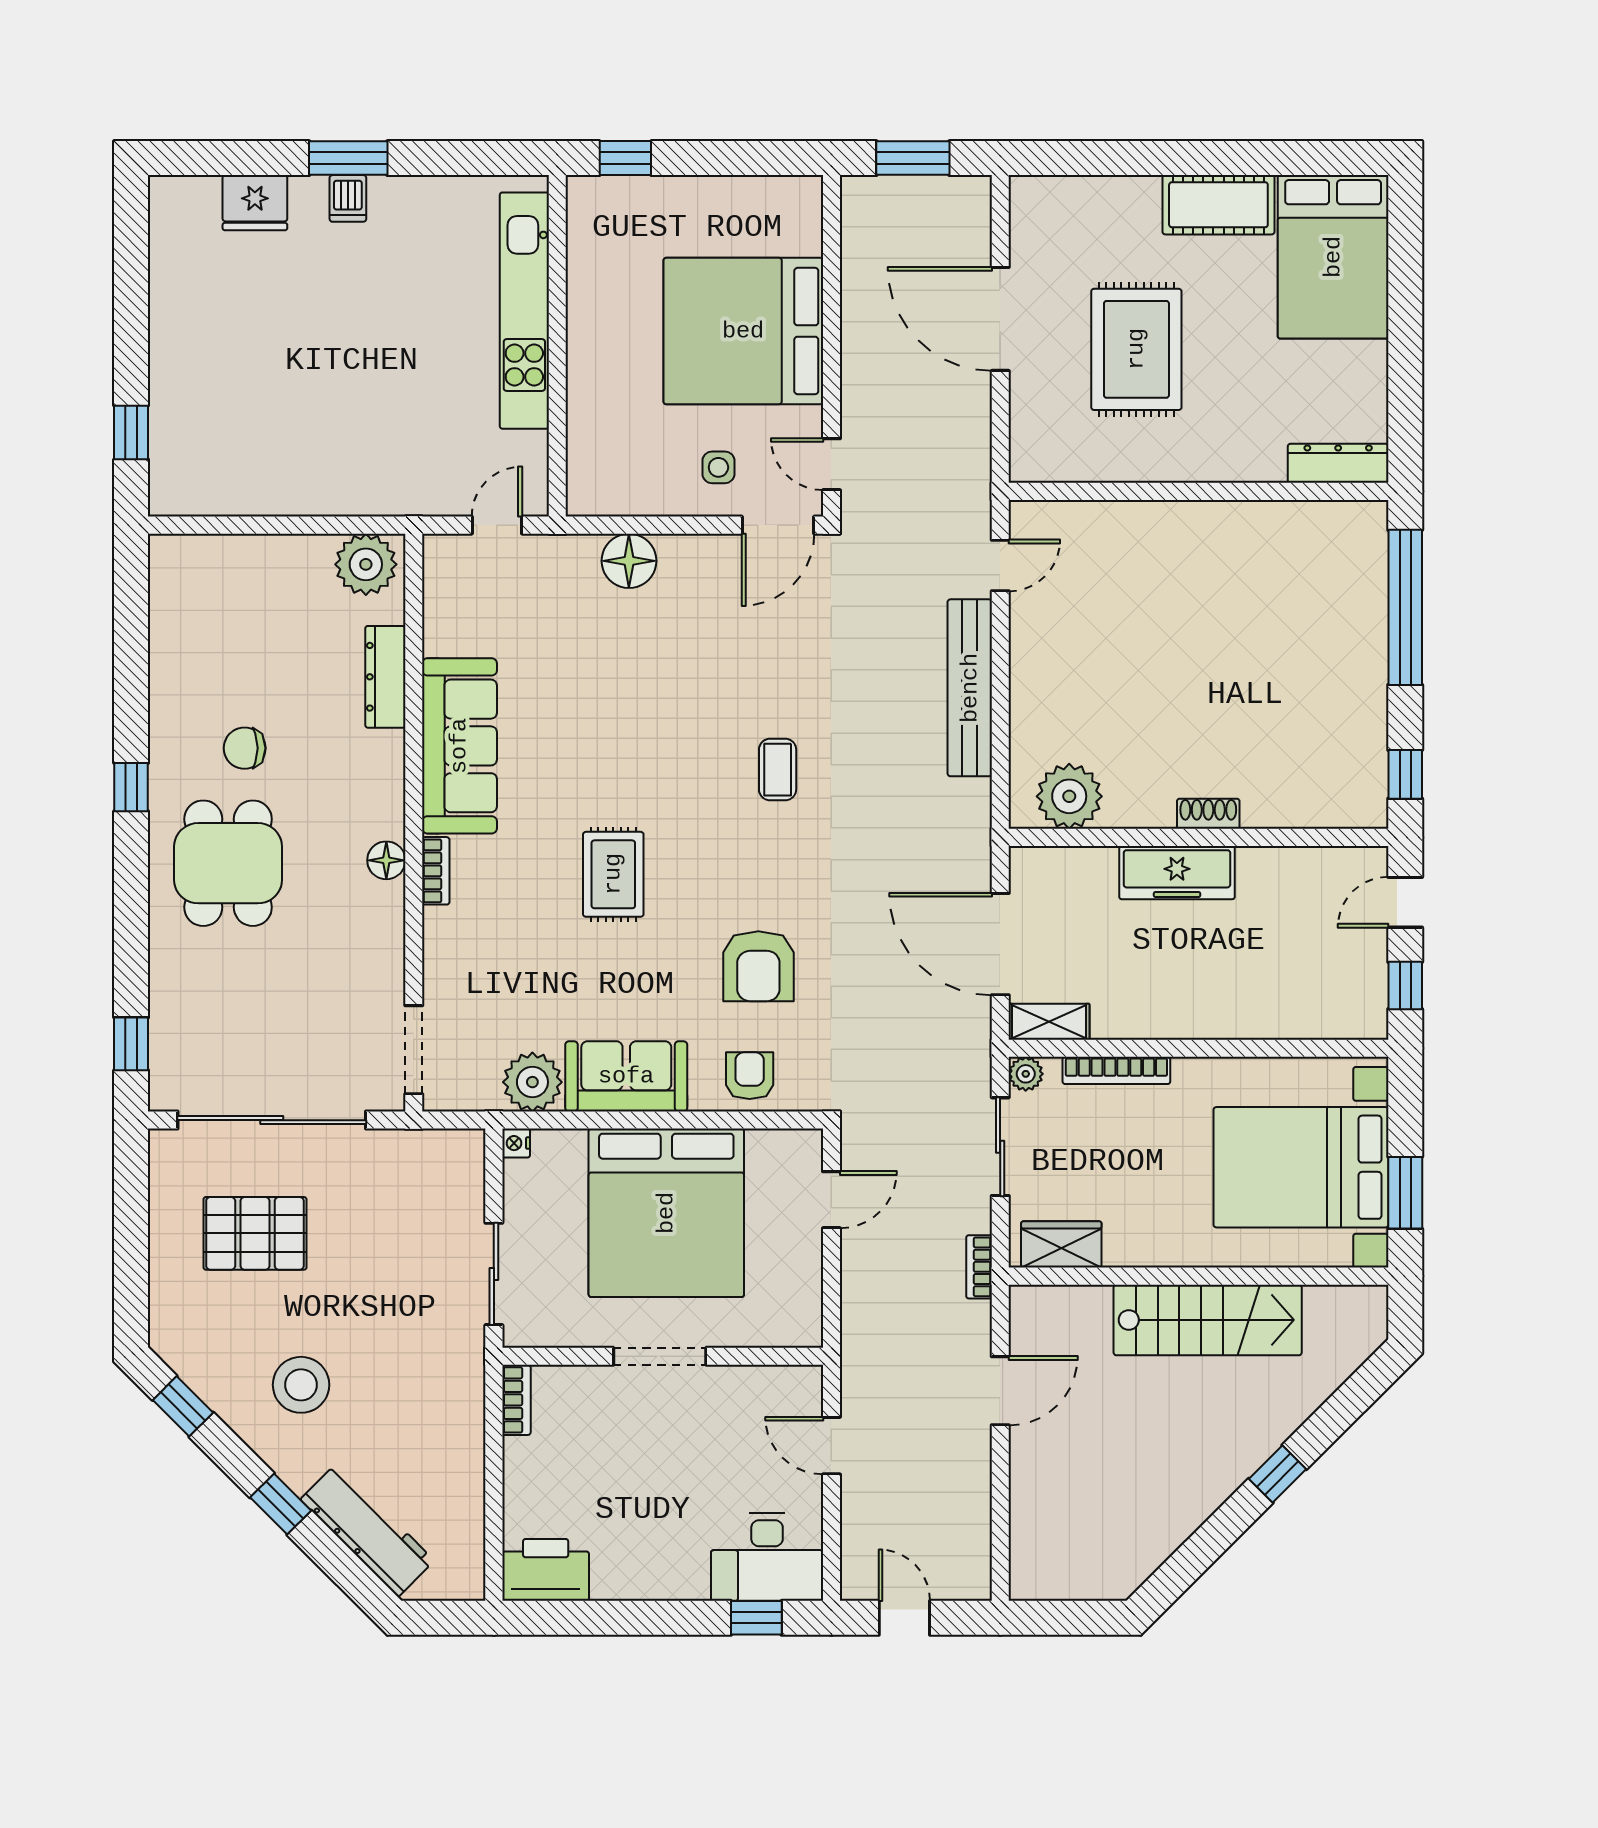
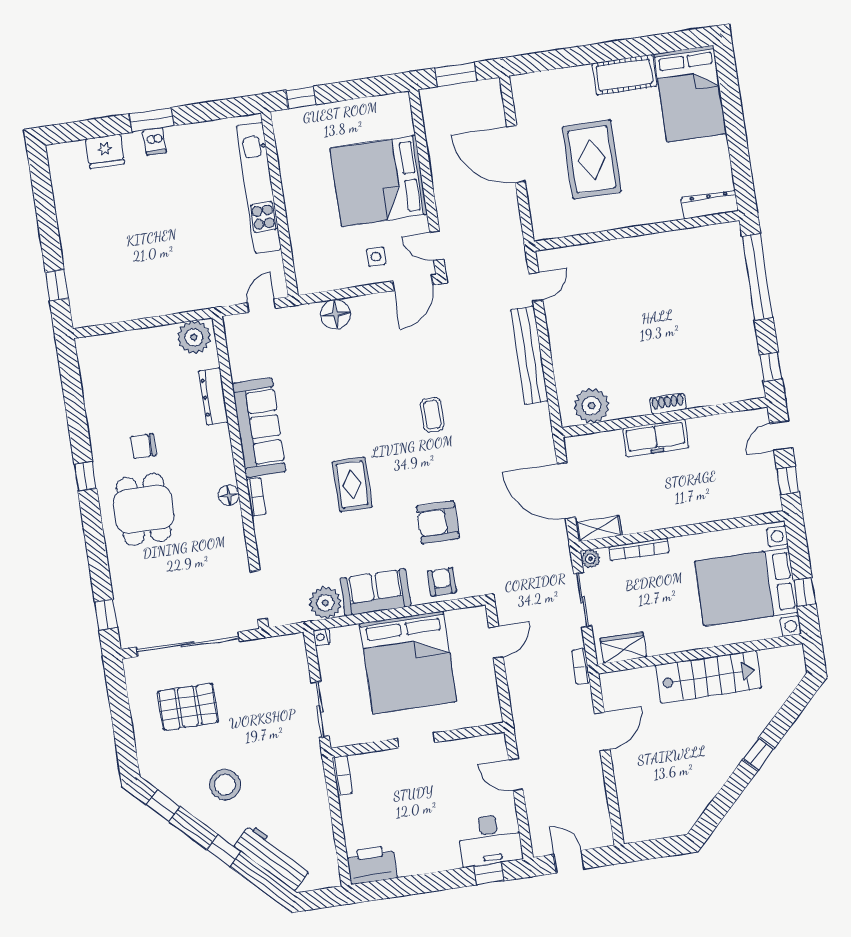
armchair: (758, 966) -> (438, 522), turned 90
window: (1405, 1193) -> (805, 592), width x0.67
doorway: (660, 1356) -> (416, 740), width x0.73

